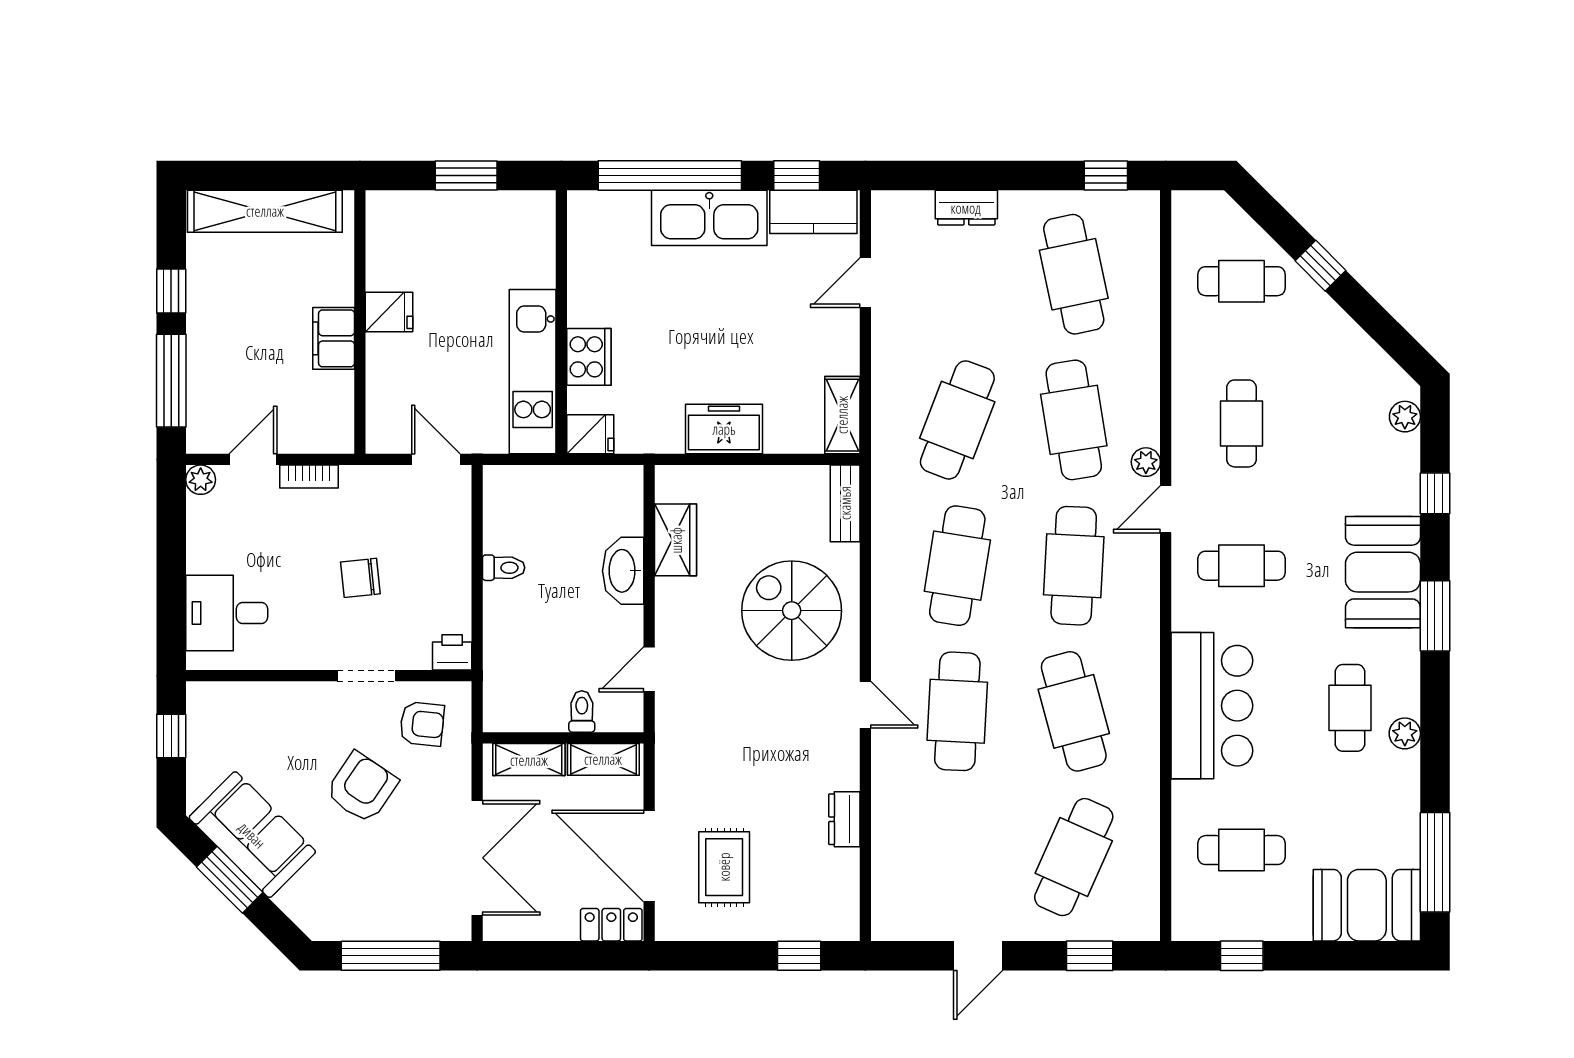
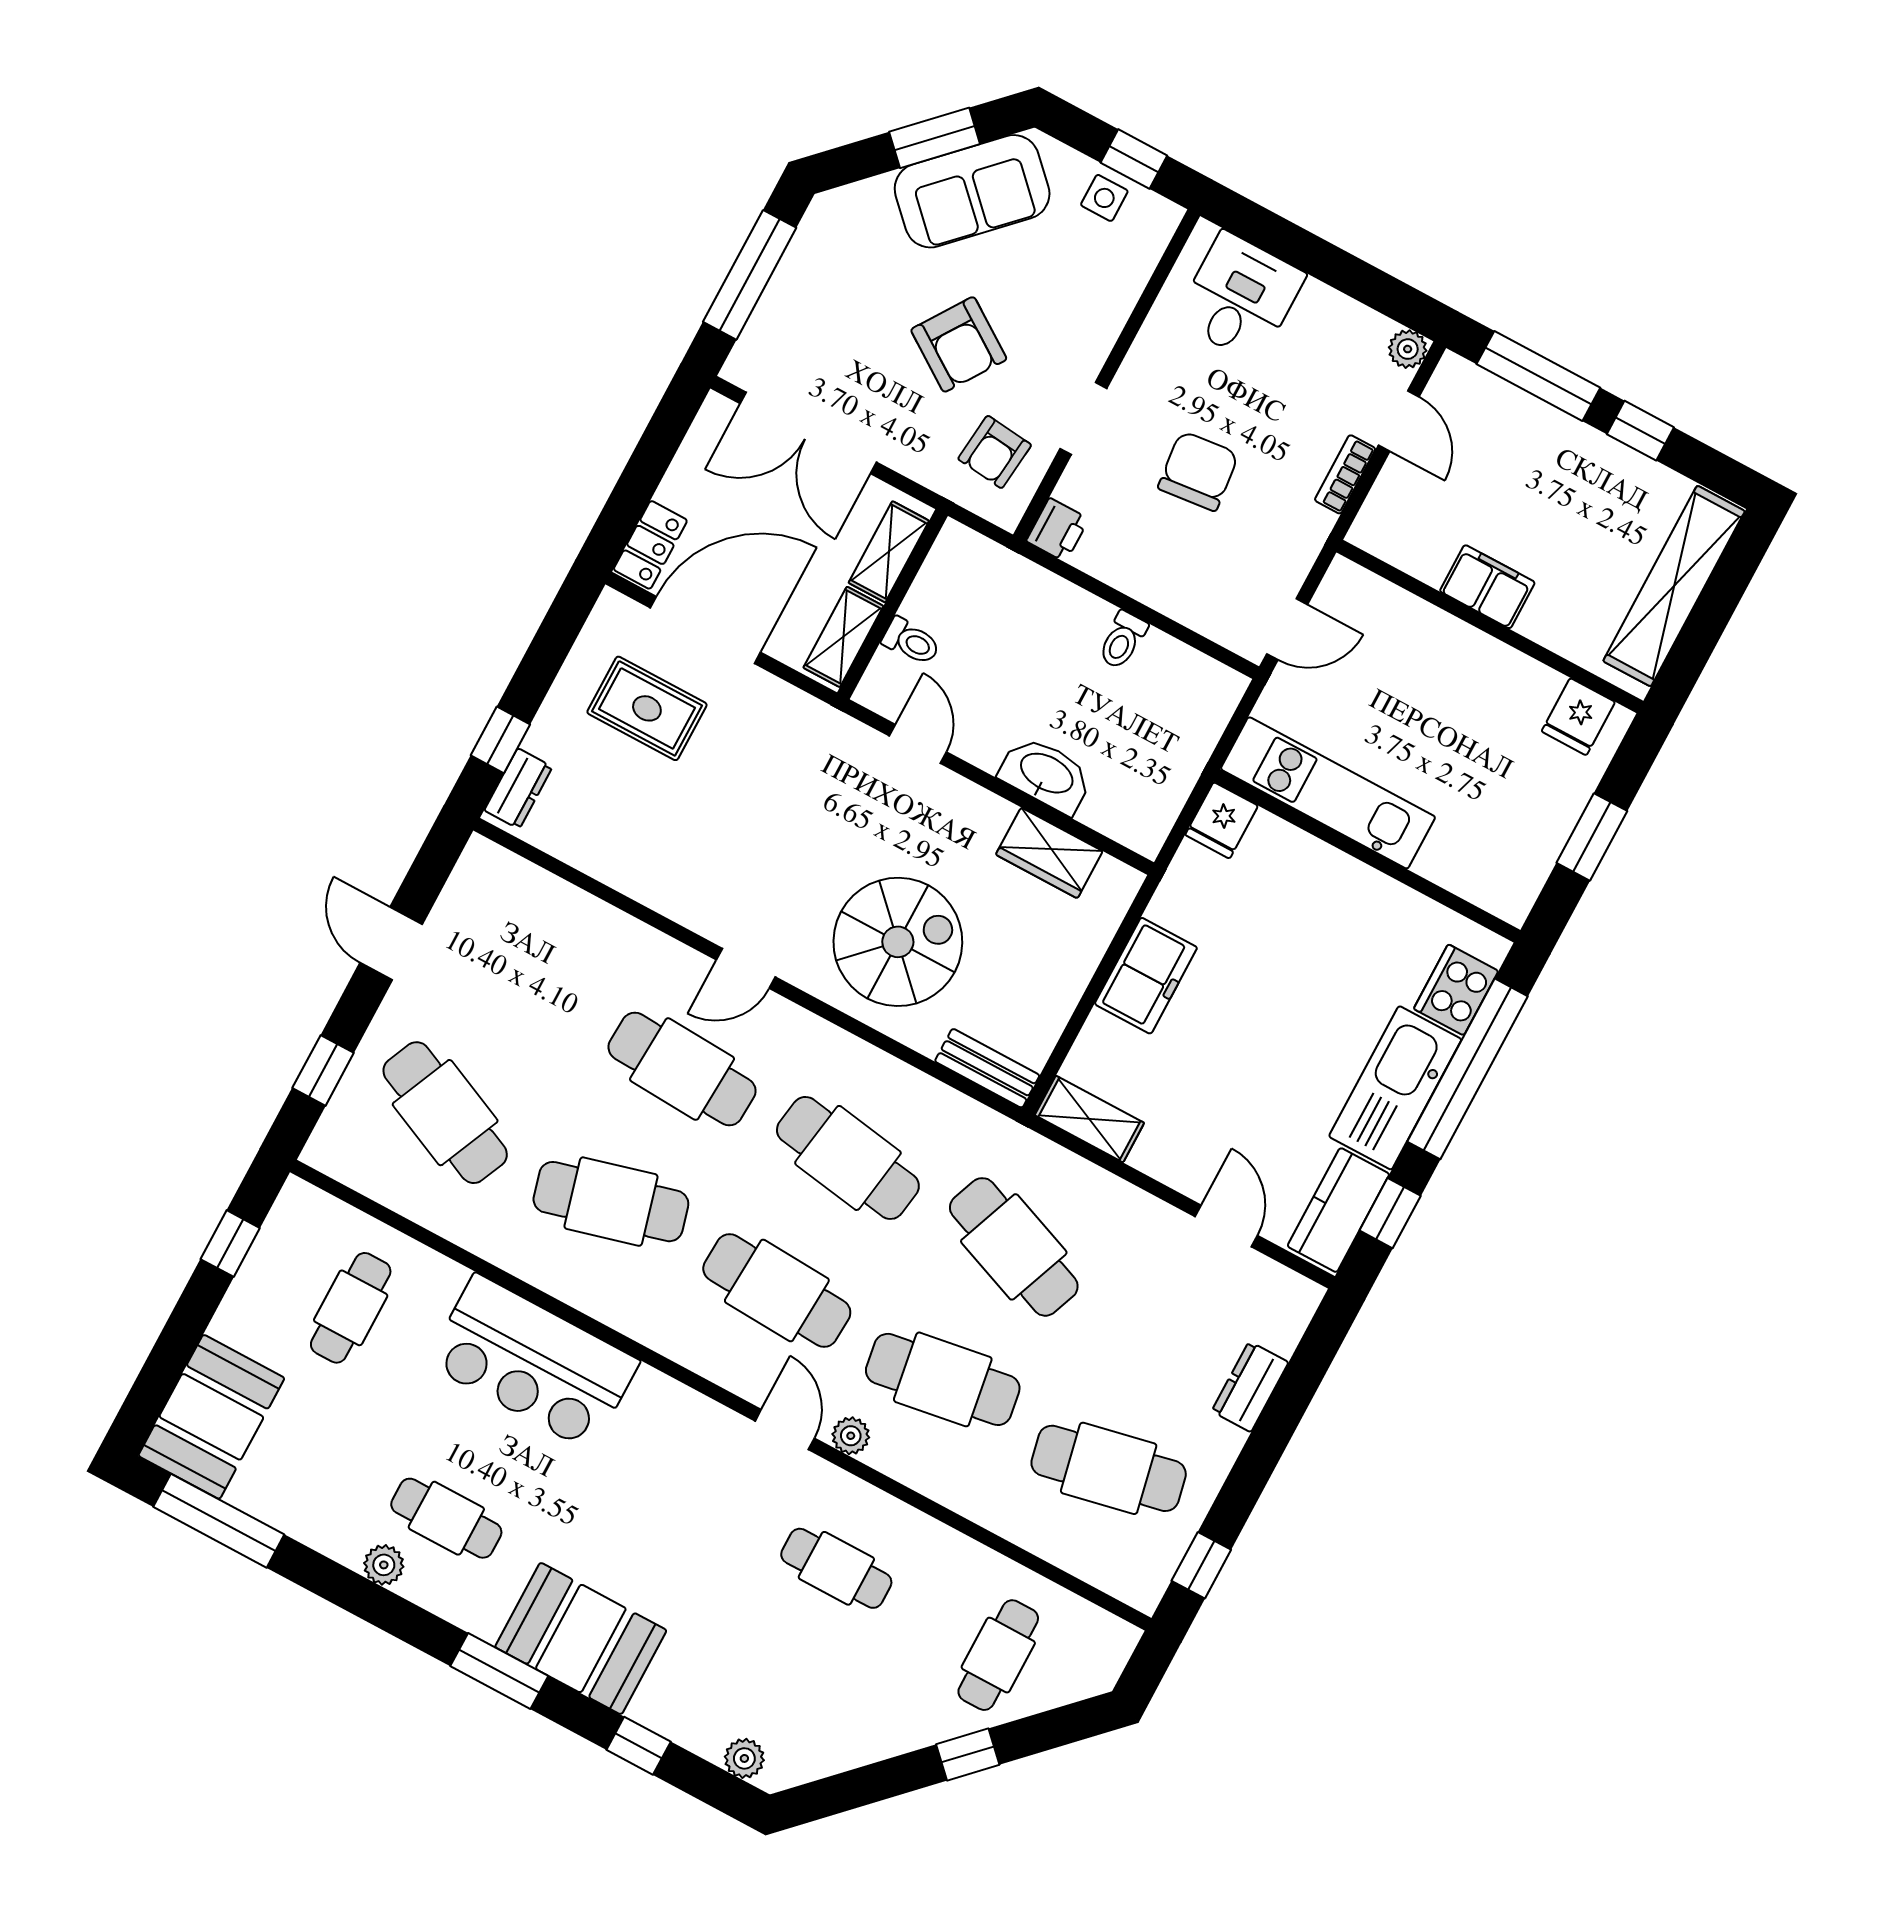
fridge: (389, 312) -> (1578, 717), moved
cooker: (589, 357) -> (1456, 990), moved, turned 90
cafe table: (1242, 566) -> (674, 1481), removed
chair: (360, 578) -> (1198, 471), width x1.37, depth x1.37
side table: (209, 742) -> (1104, 198), added
dresser: (844, 819) -> (518, 789), moved, turned 90

